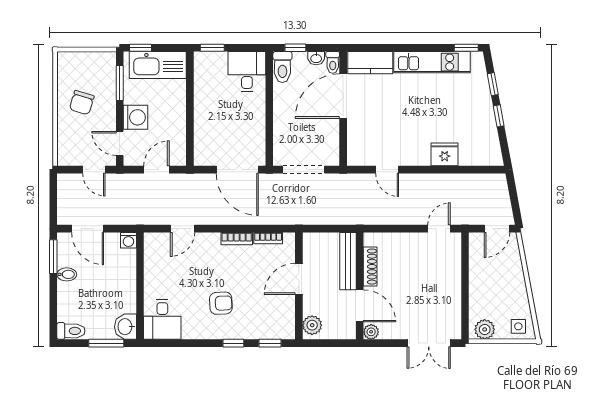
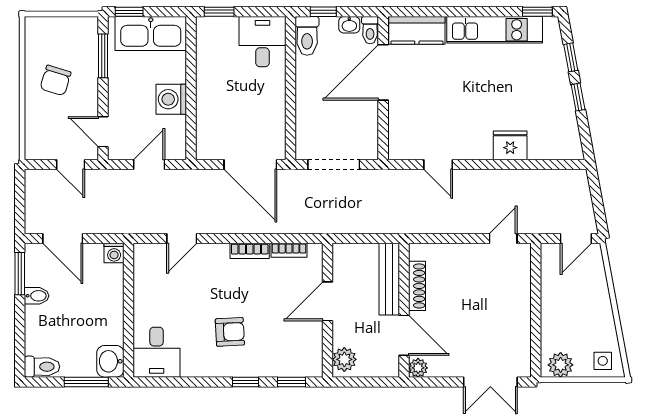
washing machine: (136, 117) -> (171, 99), moved, turned 180

